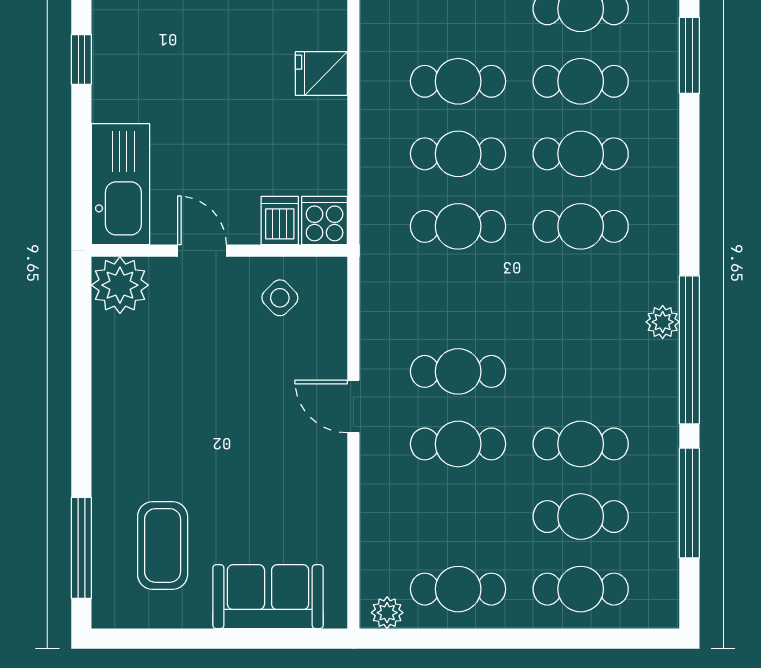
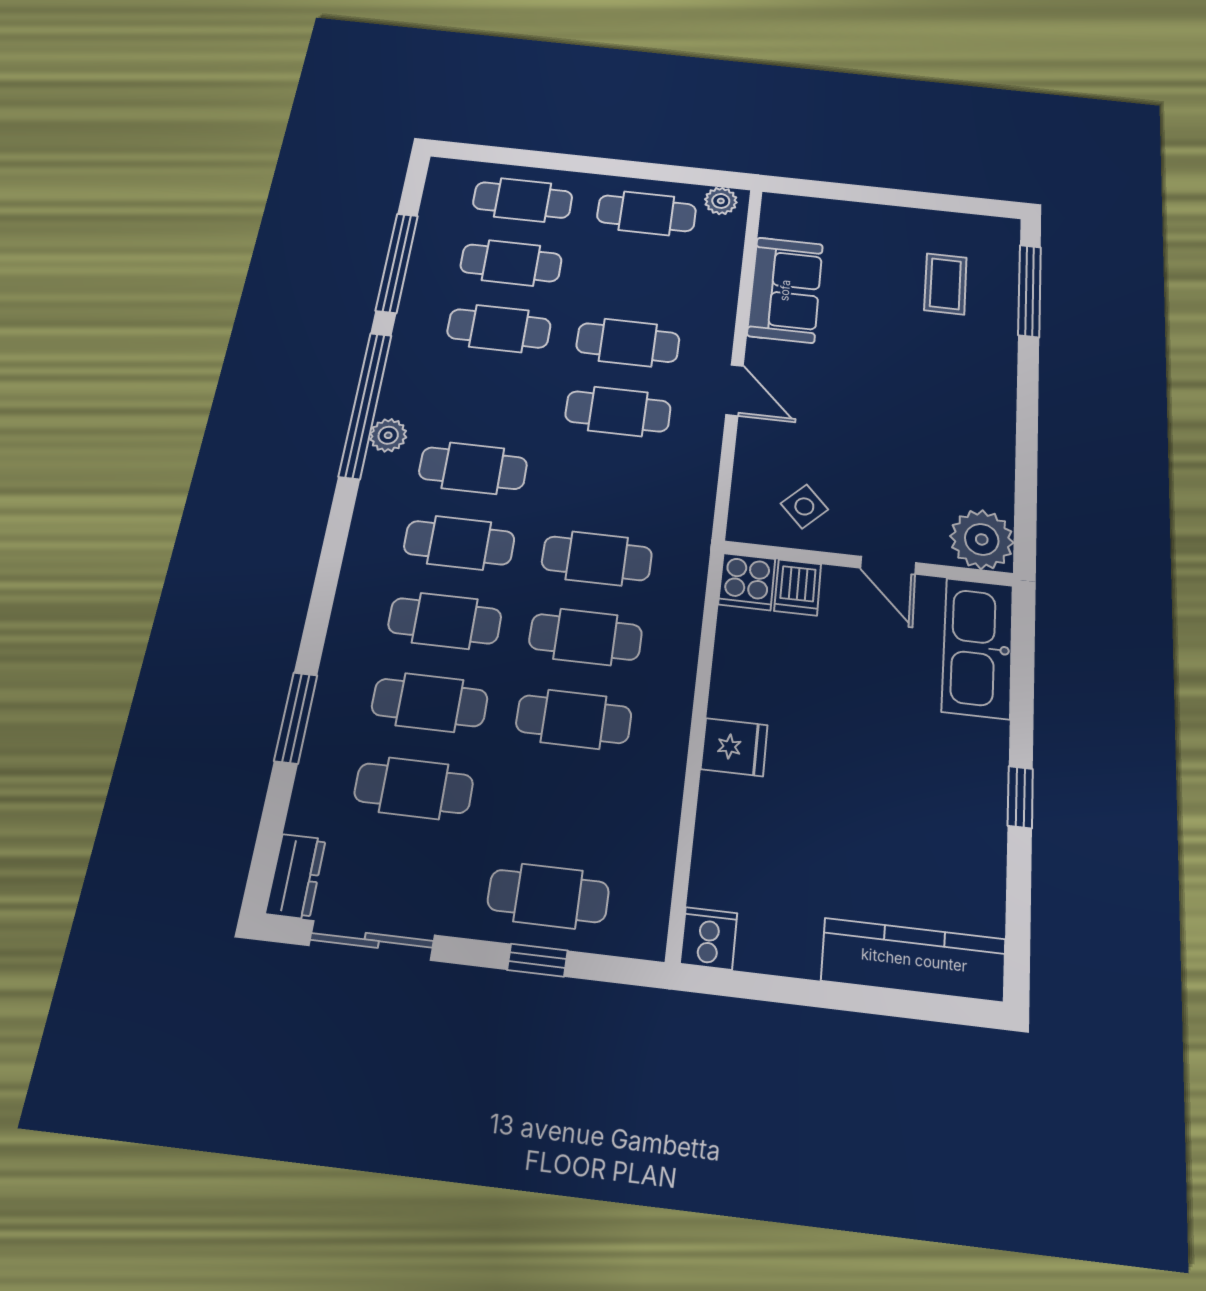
cafe table: (581, 299) -> (473, 468), added
coffee table: (163, 545) -> (945, 284), width x0.73, depth x0.77
sofa: (268, 597) -> (785, 290), moved, turned -90

